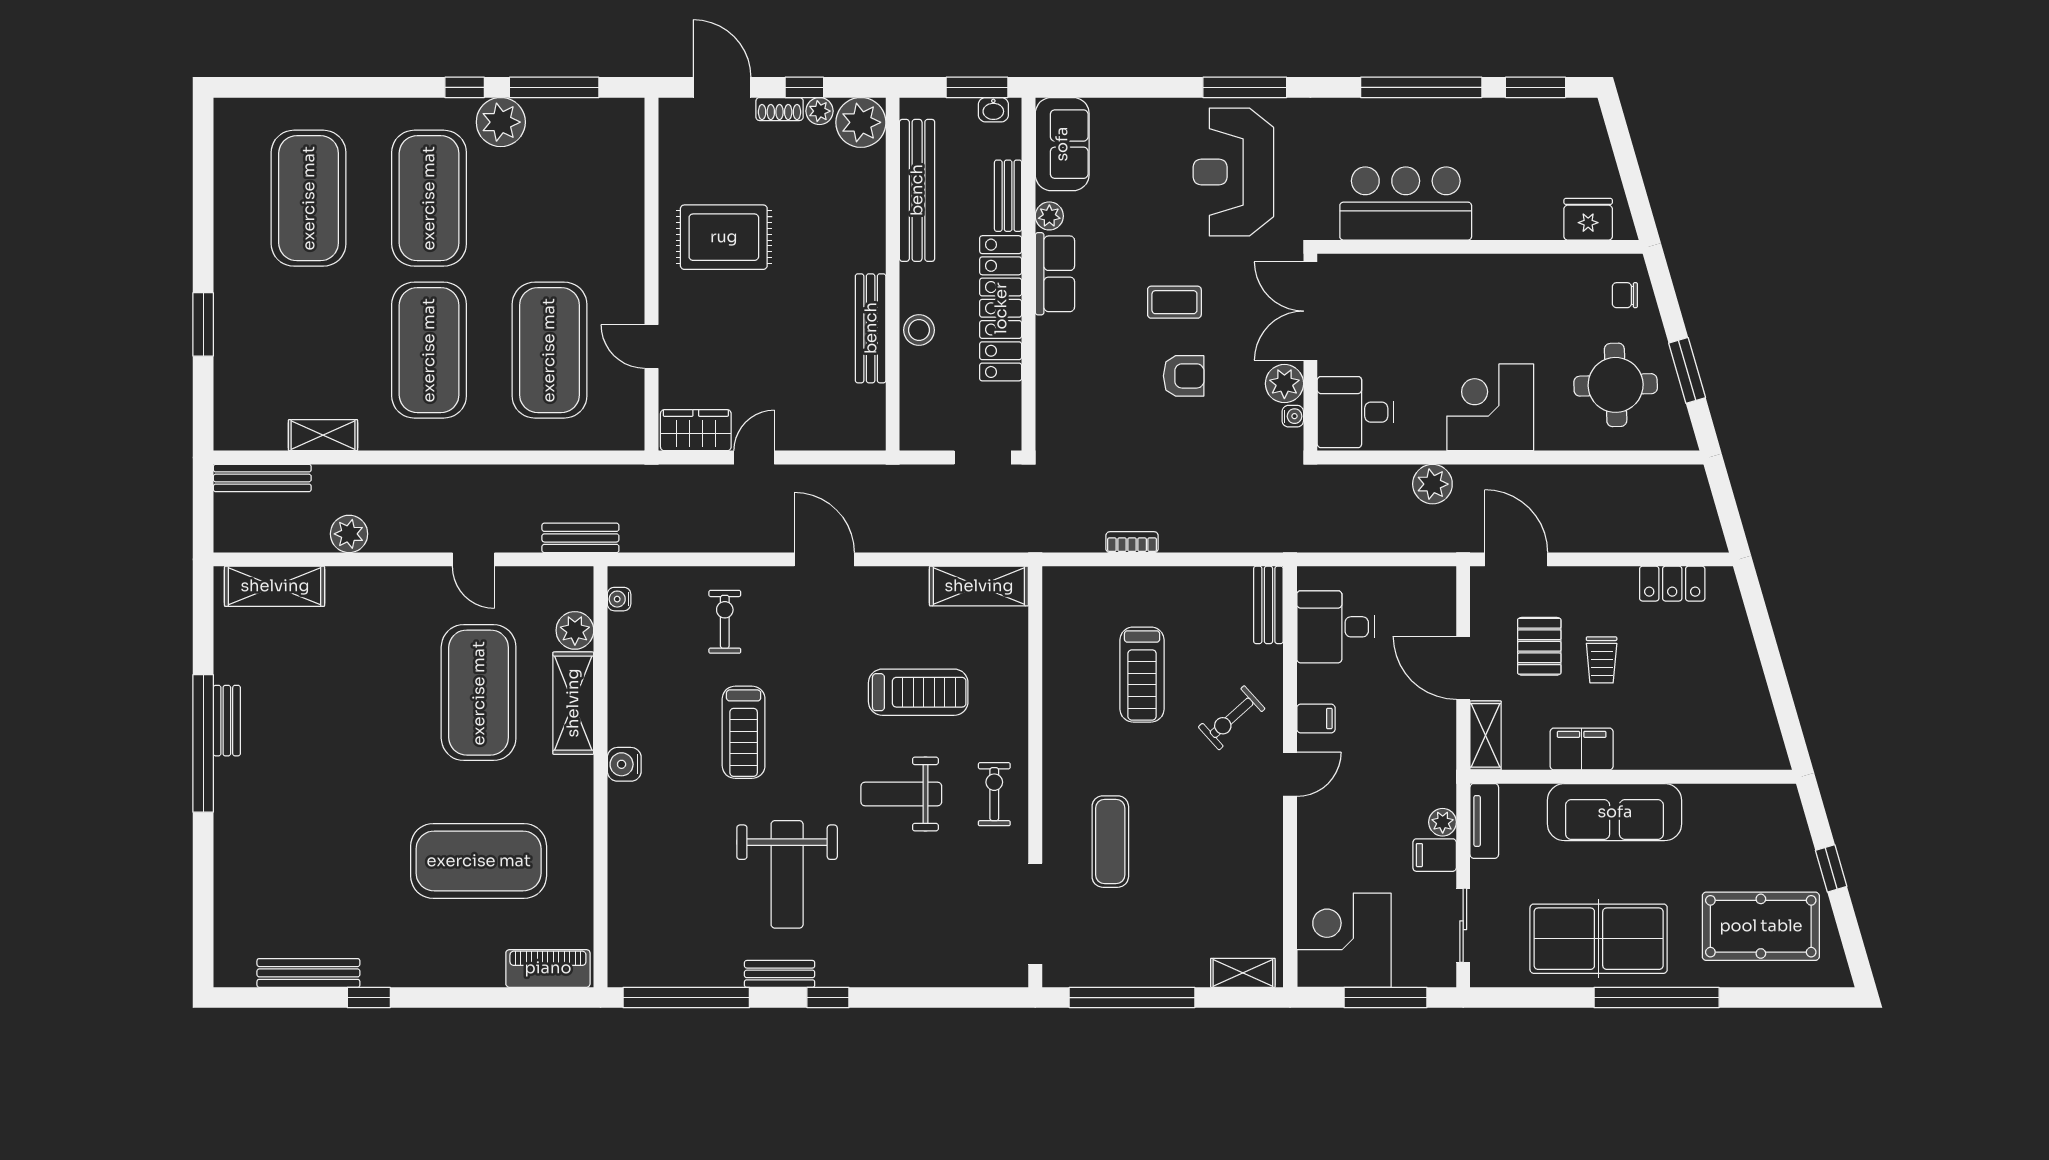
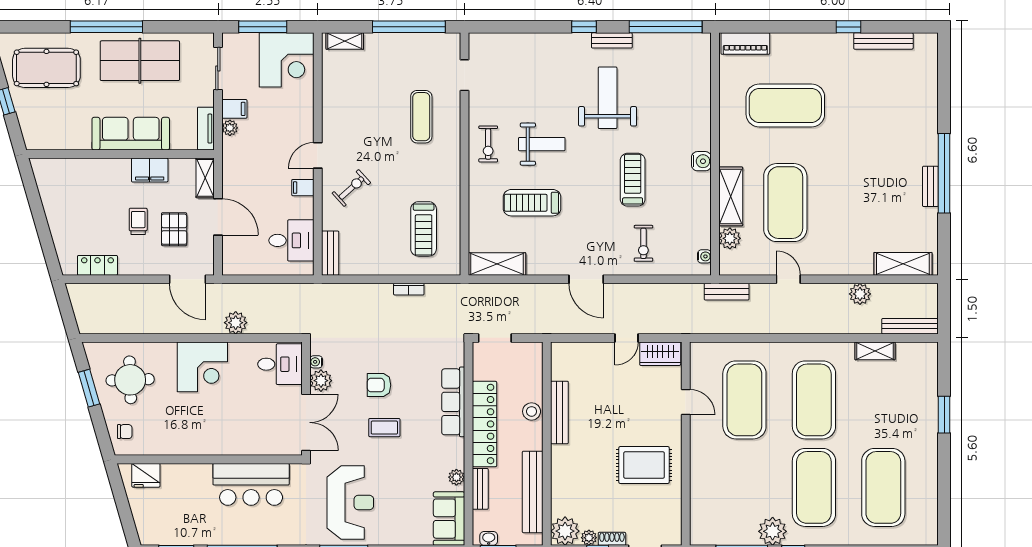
row of seats: (1055, 274) -> (453, 402), moved, width x1.48
treadmill: (1142, 675) -> (424, 229), moved, turned 180
doorway: (1035, 914) -> (465, 75), width x0.53

